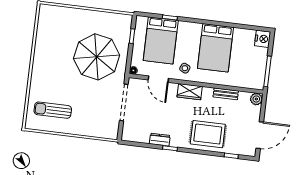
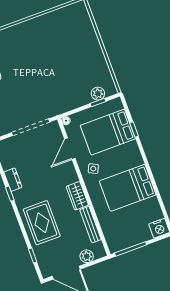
plant: (124, 32) -> (98, 94), added
parasol: (97, 57) -> (61, 79), removed
wardrobe: (190, 92) -> (77, 196), moved
bench: (226, 94) -> (90, 225), width x1.36
plant: (256, 99) -> (87, 256), moved

